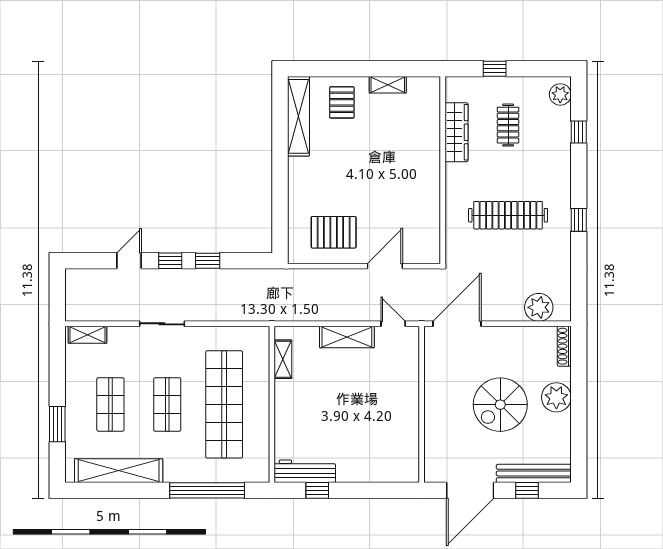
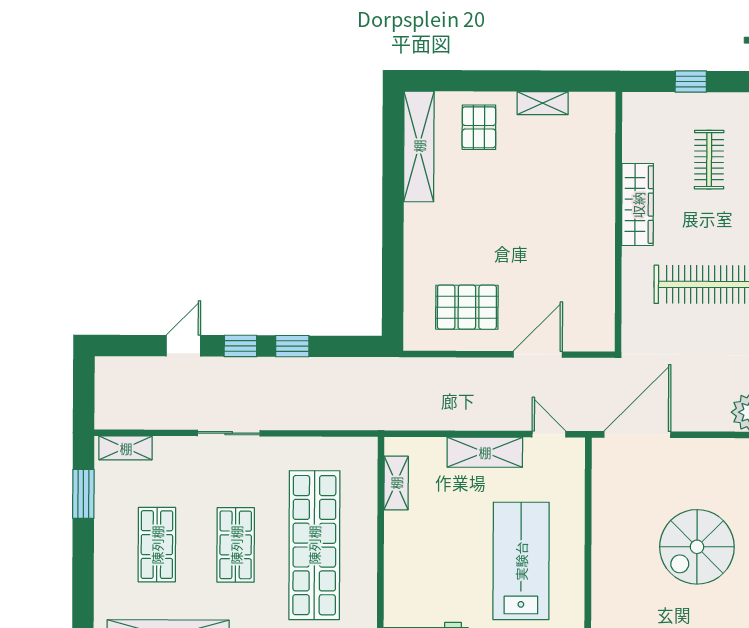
wardrobe: (457, 132) -> (638, 205), moved
lab bench: (373, 415) -> (521, 561), added
window: (57, 424) -> (83, 494), moved

